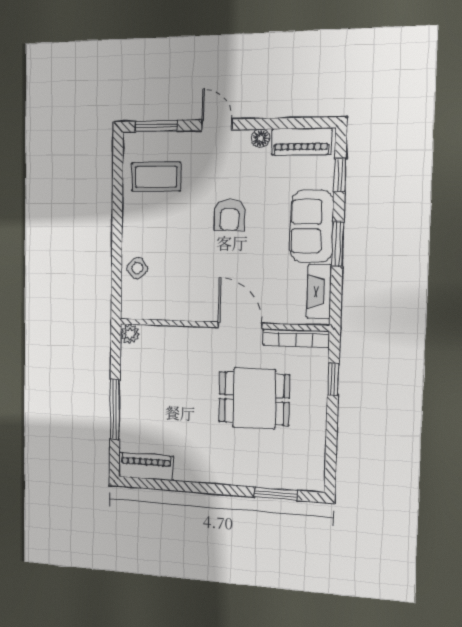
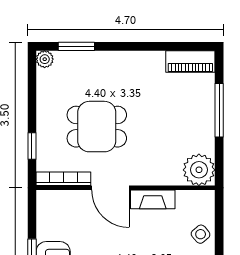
fireplace: (319, 292) -> (153, 199), moved, turned 90
plant: (130, 334) -> (199, 170), width x1.88, depth x1.88
plant: (314, 482) -> (45, 59), added

